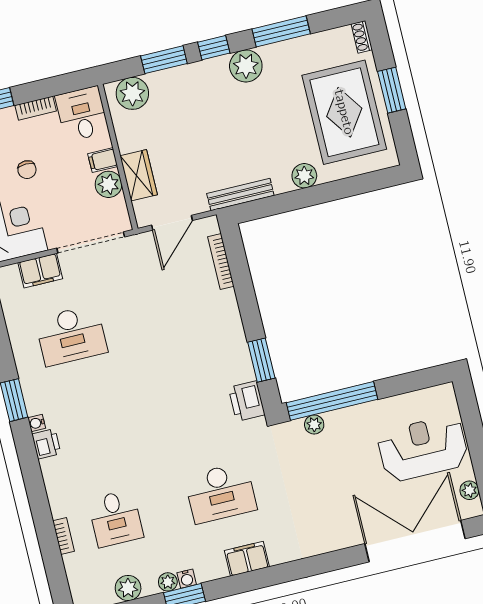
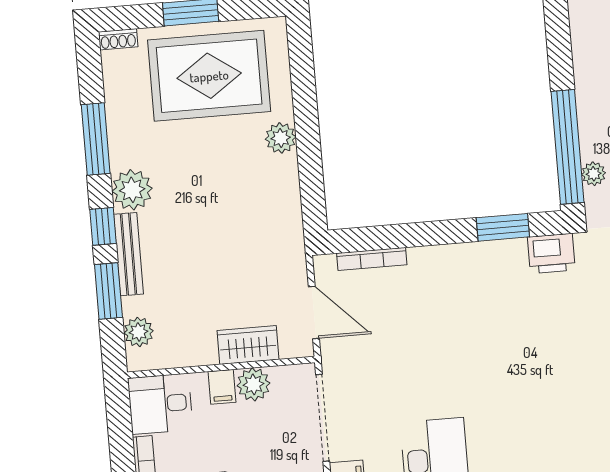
plant: (132, 93) -> (139, 332), width x0.73, depth x0.73
bench: (240, 195) -> (129, 254), moved

